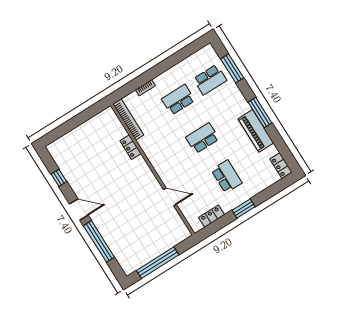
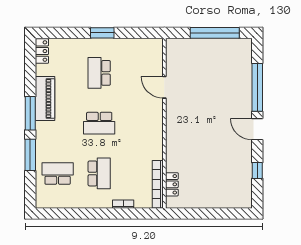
window: (232, 68) -> (30, 155), moved
school desk: (178, 100) -> (99, 173), turned -90
locker: (131, 147) -> (172, 184), moved
locker: (212, 216) -> (137, 45), removed

